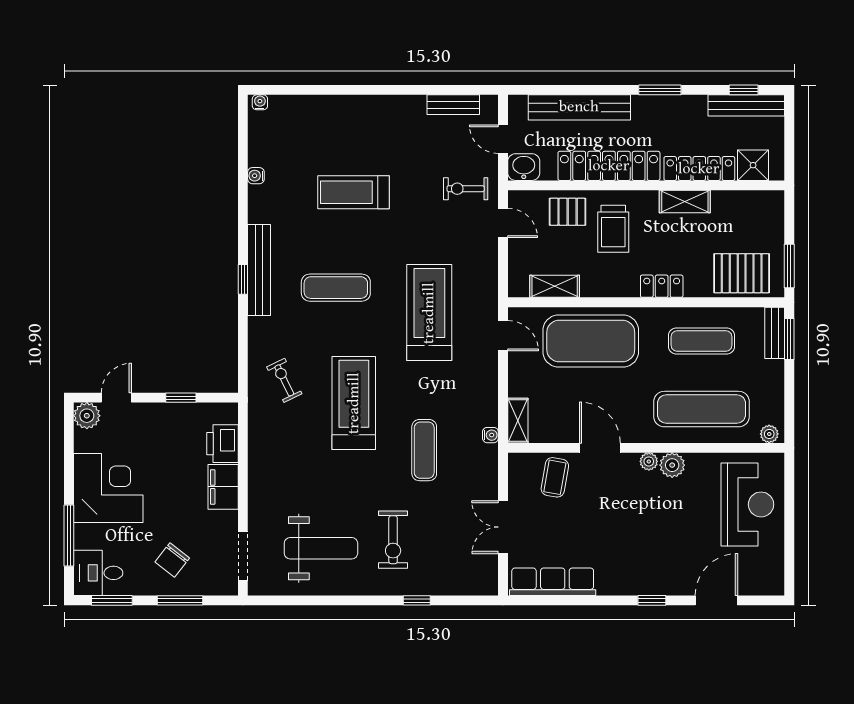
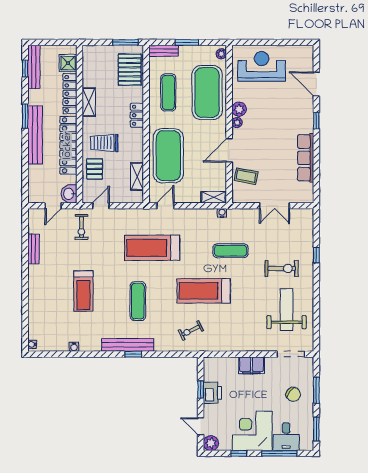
bench: (453, 105) -> (33, 249), moved
bench: (579, 107) -> (35, 135), moved
trolley: (613, 229) -> (104, 143), turned 180
window: (789, 339) -> (187, 42), moved
exercise mat: (702, 409) -> (207, 92), width x1.47
printer: (223, 444) -> (212, 393), moved, turned -90
window: (69, 465) -> (239, 453), added
desk: (98, 573) -> (286, 437), moved
row of seats: (553, 582) -> (306, 158), moved

